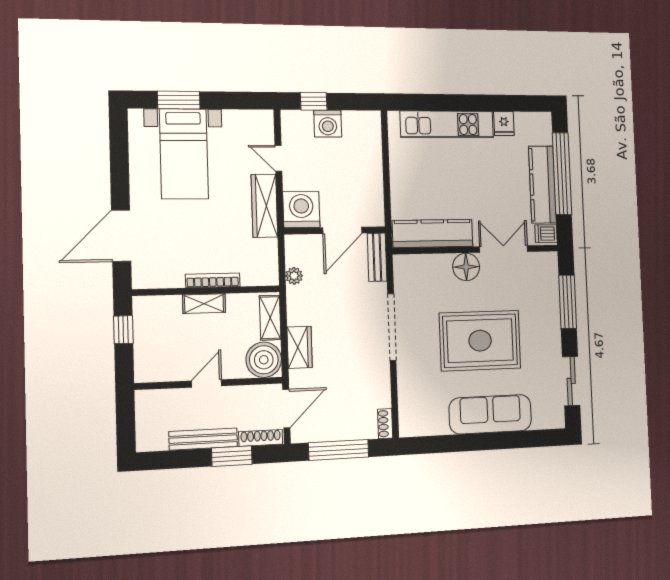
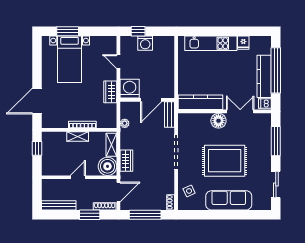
wardrobe: (264, 206) -> (110, 92), width x0.67
side table: (418, 400) -> (189, 191), added
bench: (203, 439) -> (59, 205), moved

